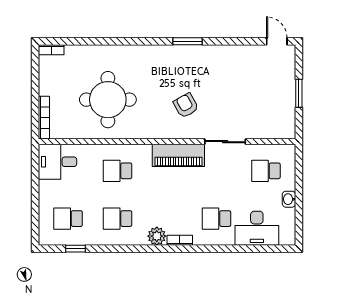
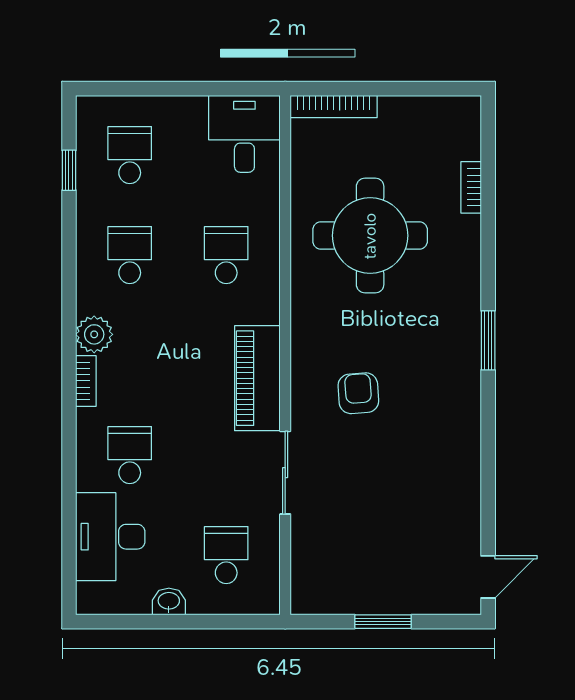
window: (187, 41) -> (488, 340), moved
bookcase: (51, 50) -> (471, 187), moved
armchair: (186, 105) -> (358, 393), turned -65

